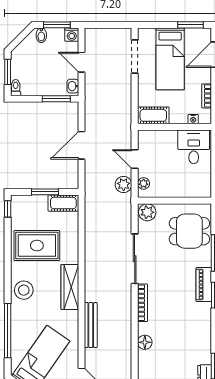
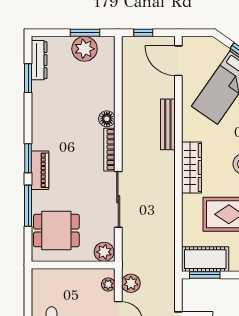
window: (45, 192) -> (205, 275), moved
cot: (63, 203) -> (205, 259), width x1.37, depth x1.34
floor lamp: (145, 342) -> (107, 119), moved

